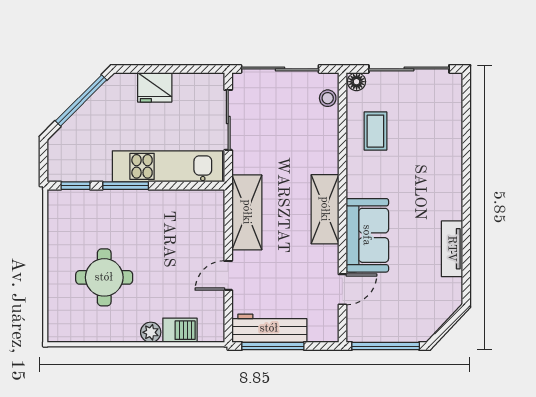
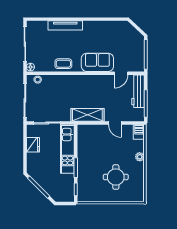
fridge: (155, 87) -> (33, 145), moved
coffee table: (375, 131) -> (63, 64), moved
shelving: (325, 209) -> (86, 81), removed
tv unit: (452, 249) -> (65, 25), moved, width x1.41
door: (342, 289) -> (121, 73), swing flipped
workbench: (269, 328) -> (138, 91), moved
barbecue: (180, 330) -> (139, 132), moved

